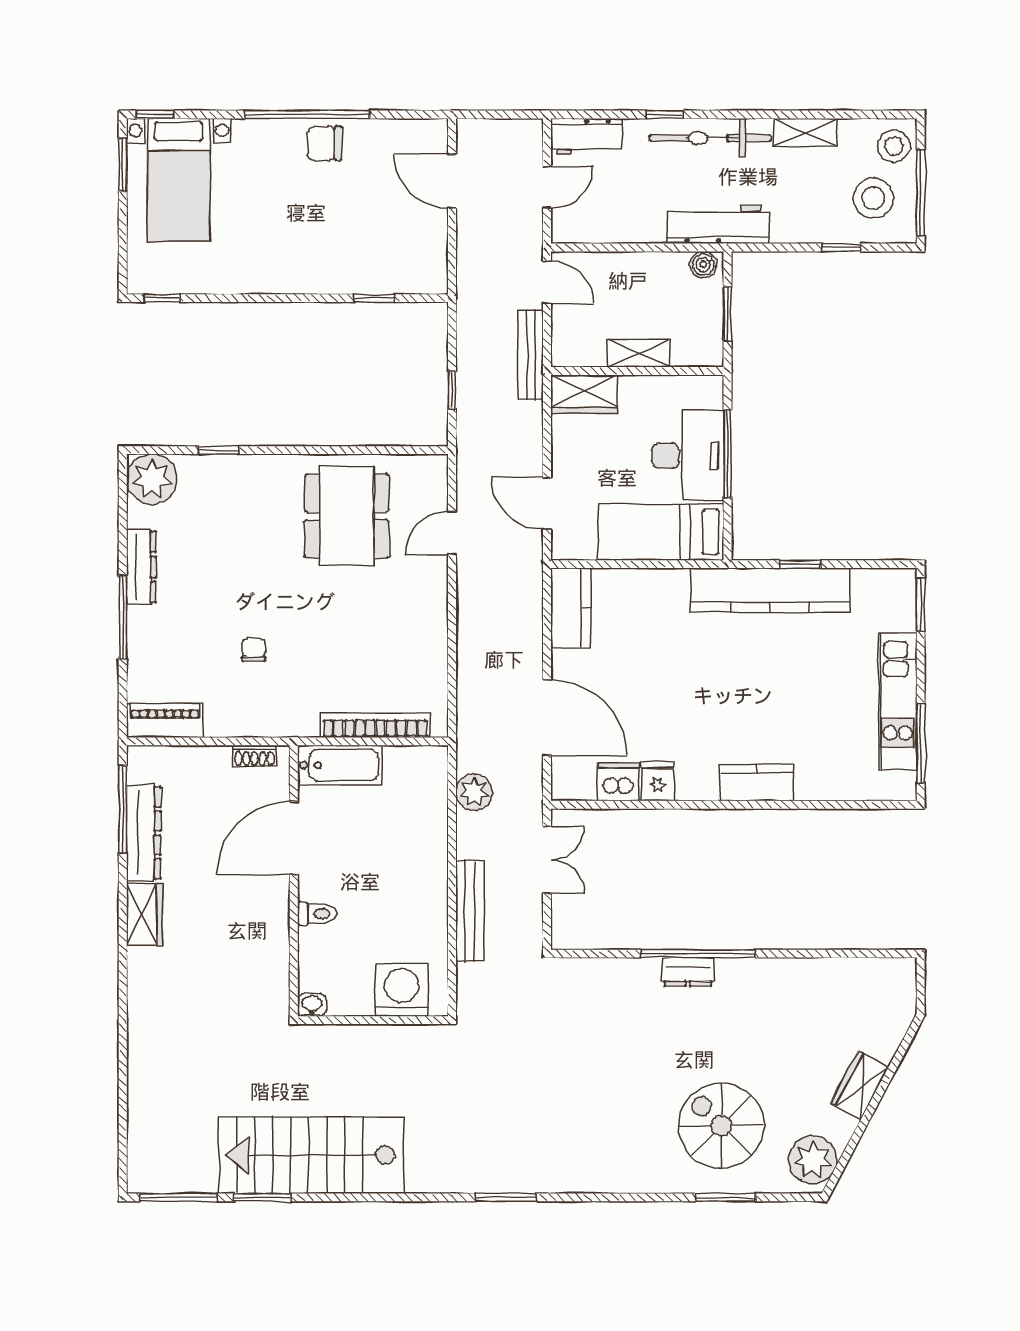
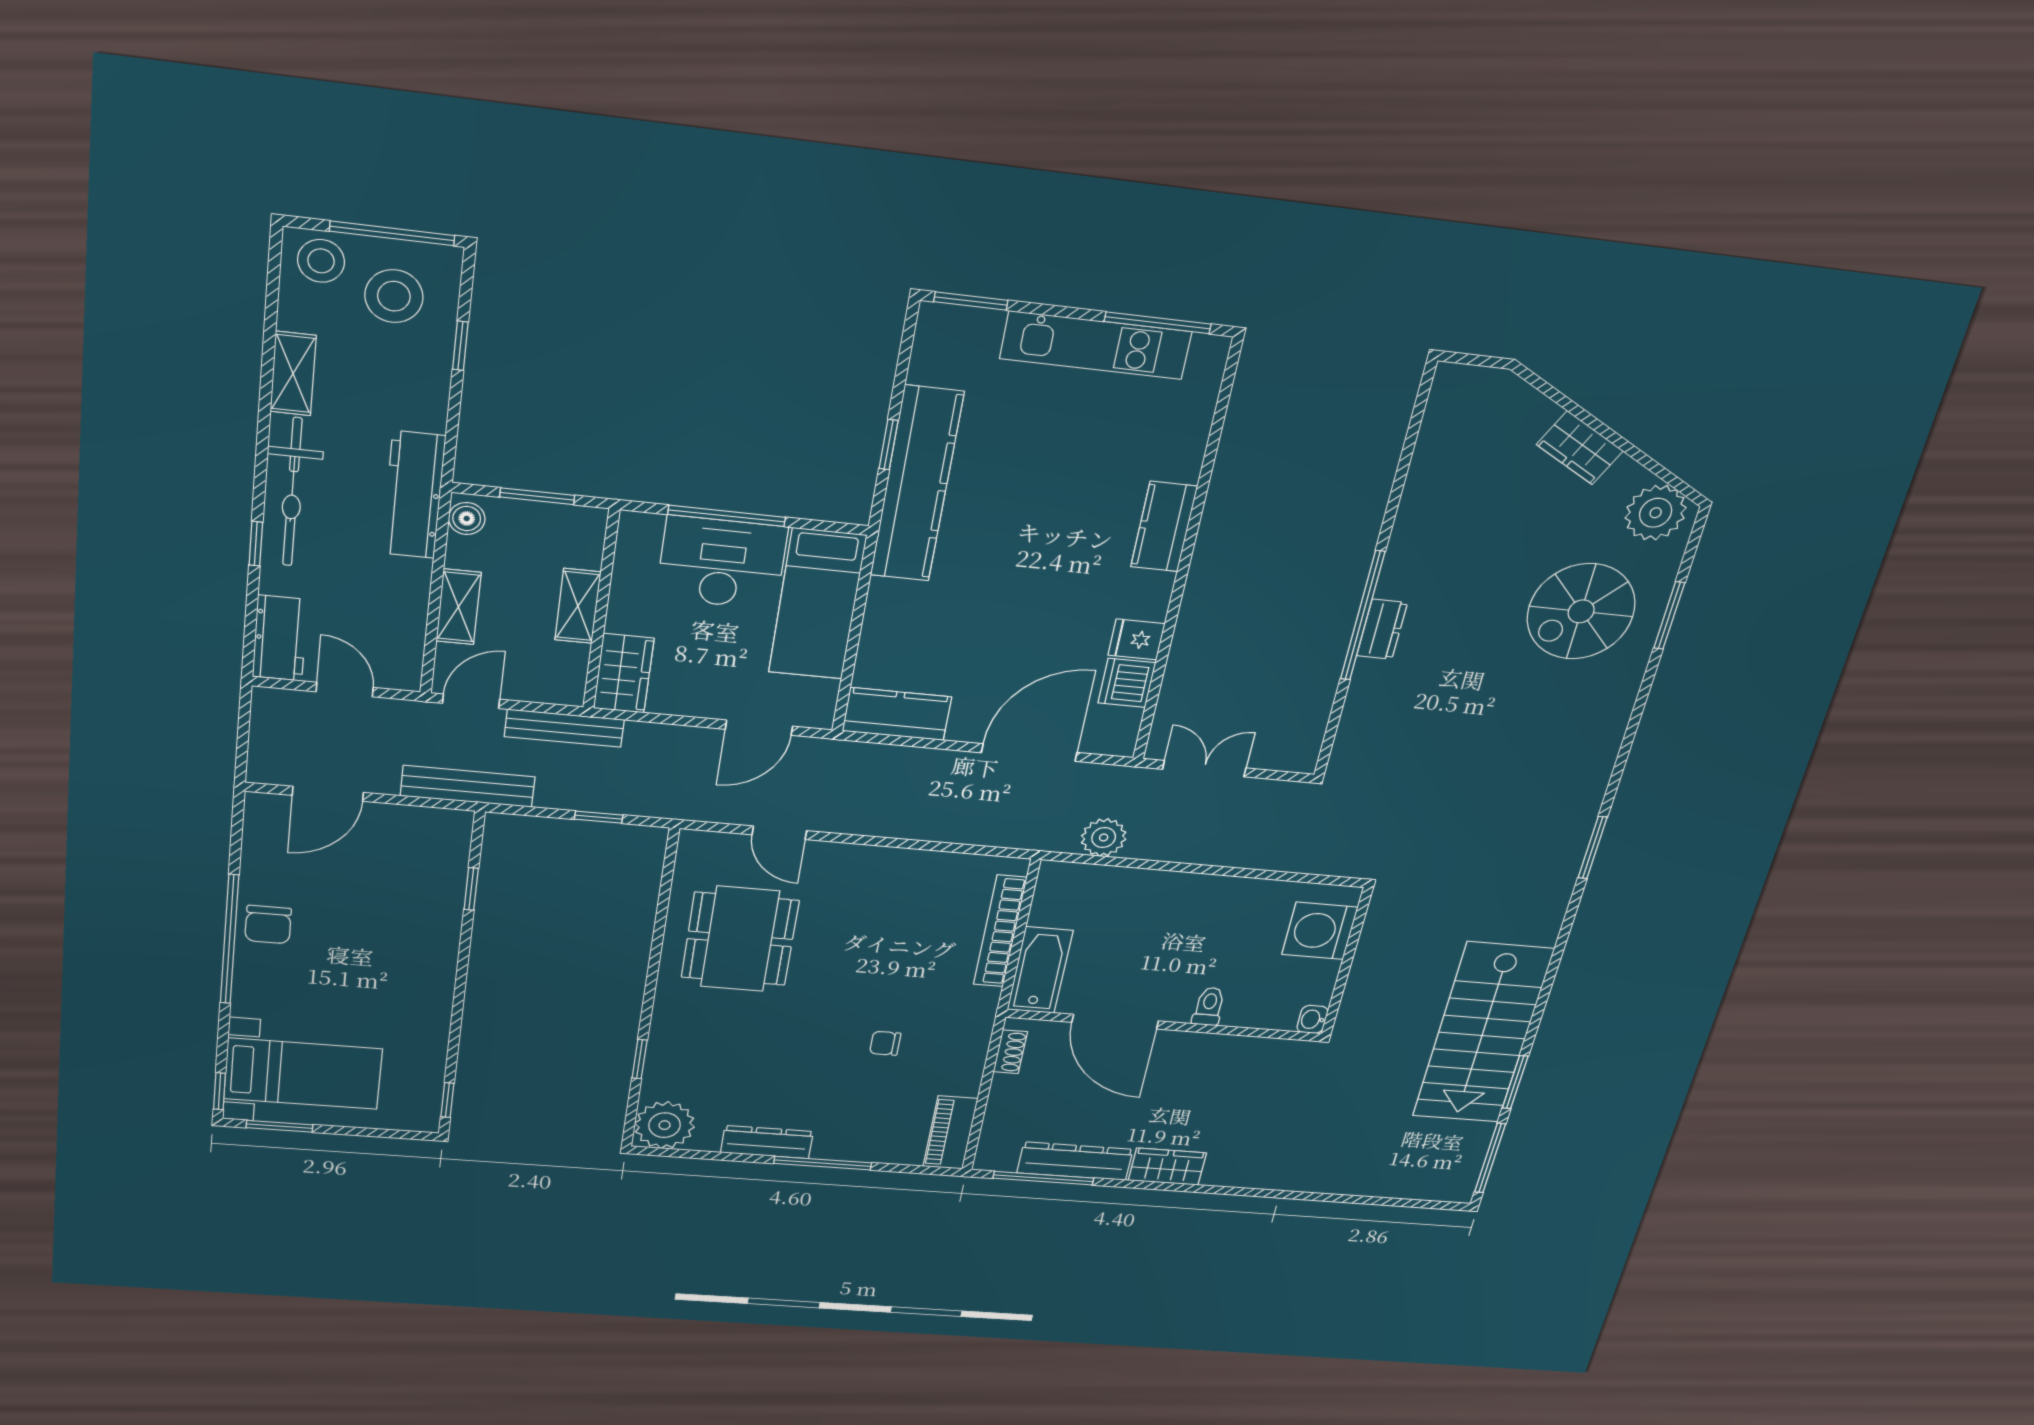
shelving: (628, 265) -> (458, 607), added
dining table: (347, 516) -> (740, 939), turned 90
bench: (470, 911) -> (468, 786), moved

